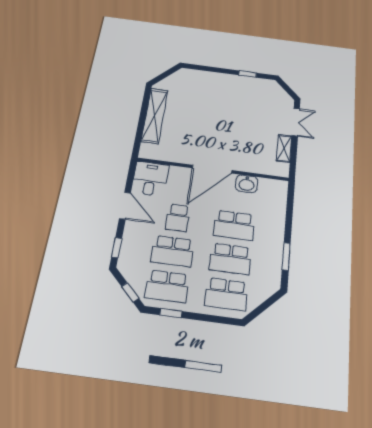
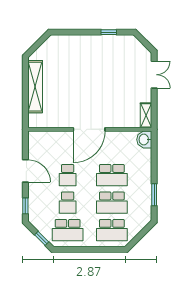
shelving: (284, 148) -> (146, 115), moved
desk: (150, 179) -> (41, 145), removed
washbasin: (247, 184) -> (144, 140), moved, turned 90
school desk: (173, 251) -> (68, 203), width x0.54
window: (171, 313) -> (73, 249), removed

